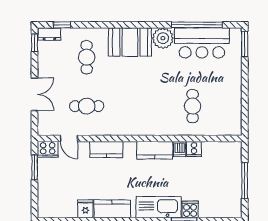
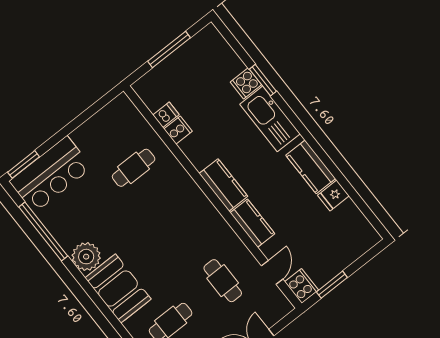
bar counter: (202, 43) -> (51, 174), moved, turned 90
dishwasher: (180, 149) -> (166, 115), moved
kitchen counter: (155, 150) -> (223, 185), moved

